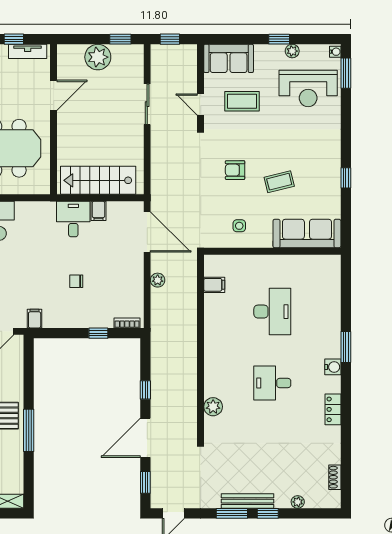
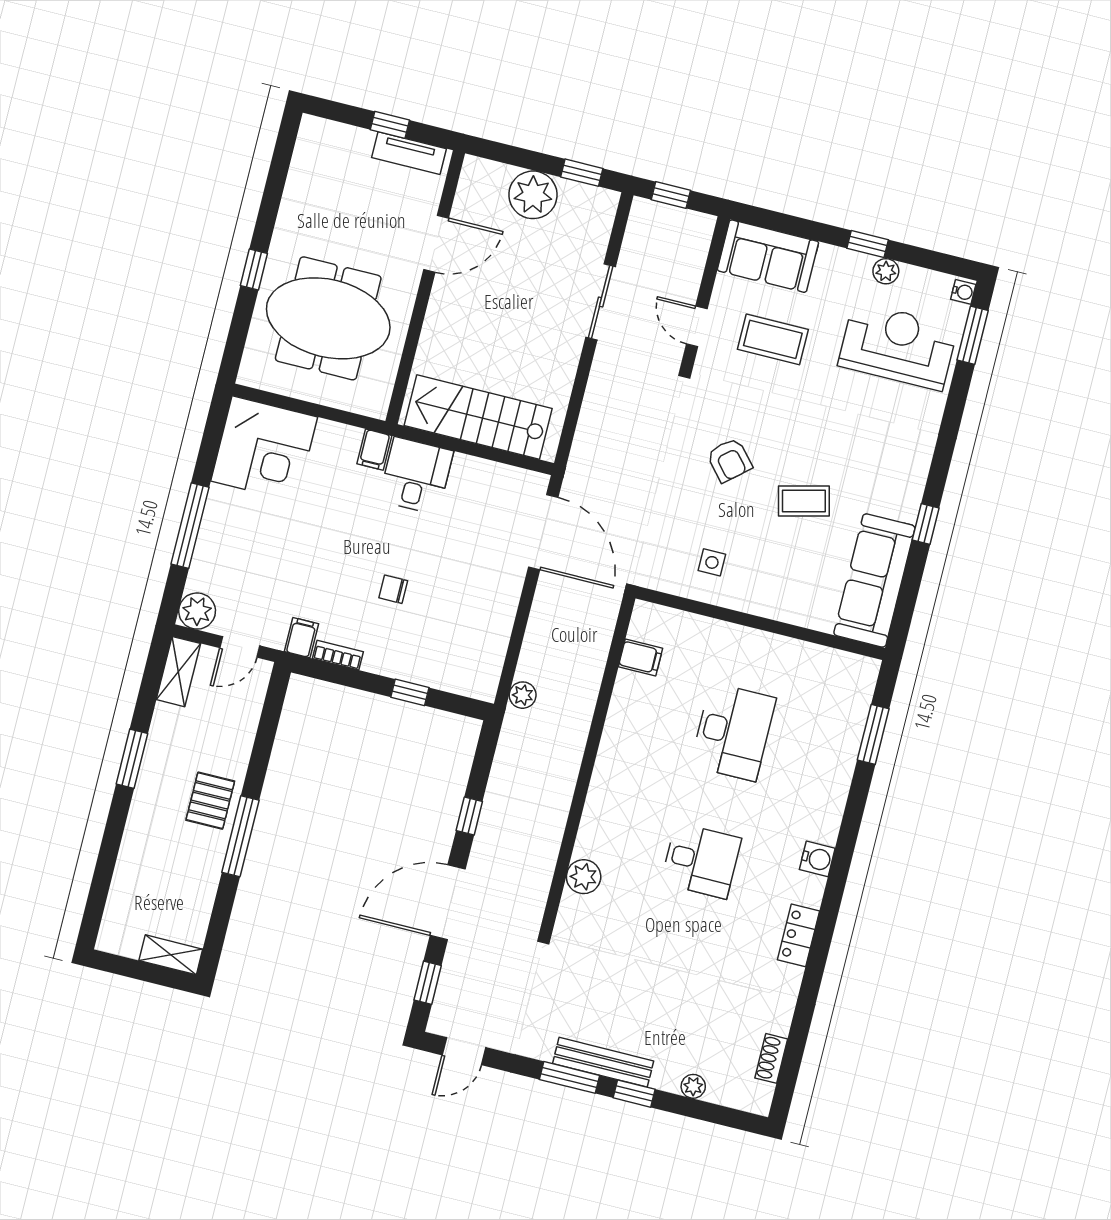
reception desk: (308, 88) -> (898, 346), turned 180
armchair: (235, 170) -> (729, 460), turned -131
filing cabinet: (98, 211) -> (374, 450), moved
sofa: (307, 234) -> (874, 580), moved, turned -90
plant: (158, 280) -> (523, 695), moved
bookcase: (127, 323) -> (338, 655), moved
window: (346, 347) -> (873, 734), moved
desk: (272, 383) -> (701, 861), turned 180

